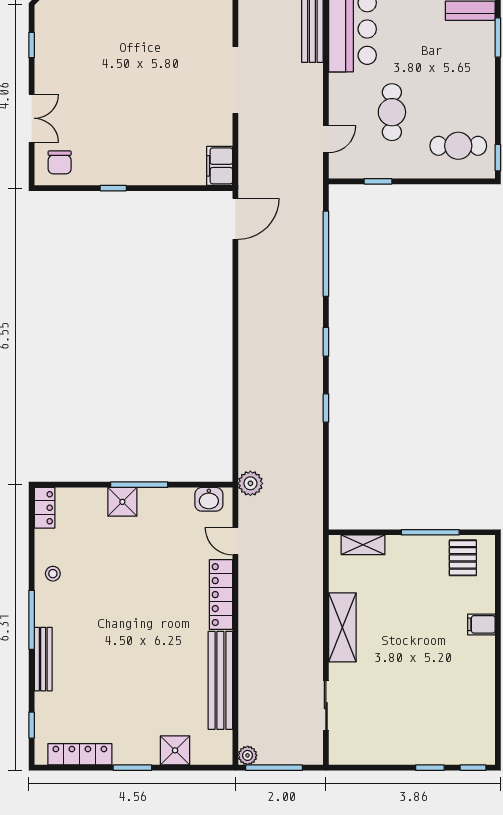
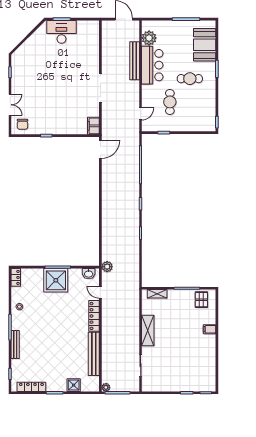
cafe table: (458, 146) -> (190, 79), moved
shower: (122, 502) -> (56, 280), width x1.86, depth x1.86

